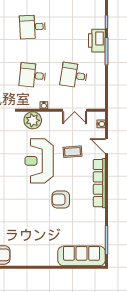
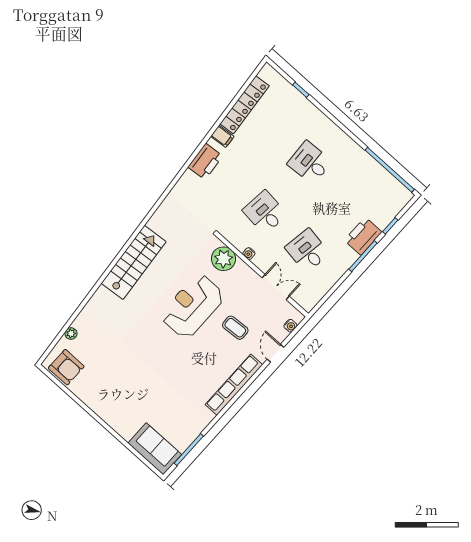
double door: (75, 110) -> (276, 287), swing flipped
armchair: (61, 199) -> (179, 366), removed
sofa: (82, 256) -> (155, 449), width x0.73

